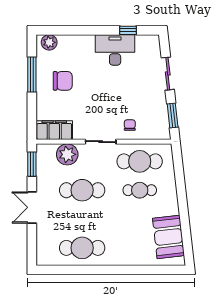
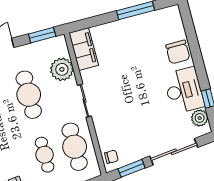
plant: (49, 42) -> (200, 118), moved
sliding door: (168, 74) -> (174, 152), width x1.37
chair: (63, 81) -> (178, 52), moved
chair: (130, 125) -> (111, 157), moved

